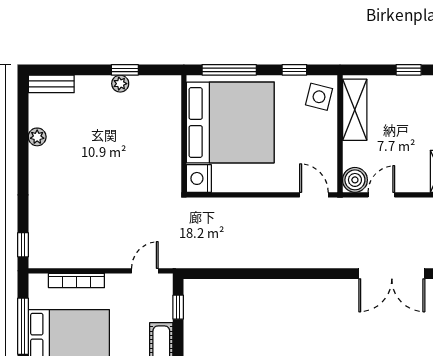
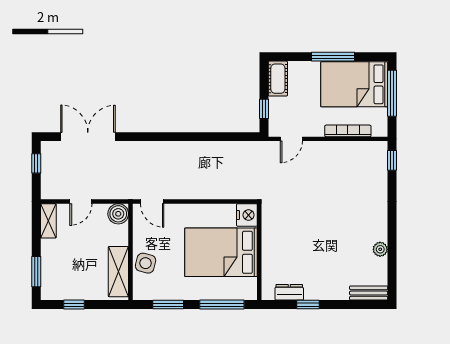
window: (294, 70) -> (168, 305), width x1.50
plant: (120, 84) -> (312, 293), removed
dresser: (148, 85) -> (289, 292), added
side table: (319, 97) -> (146, 263), moved
bed: (230, 122) -> (221, 252), width x0.73
door: (381, 195) -> (81, 201), moved

